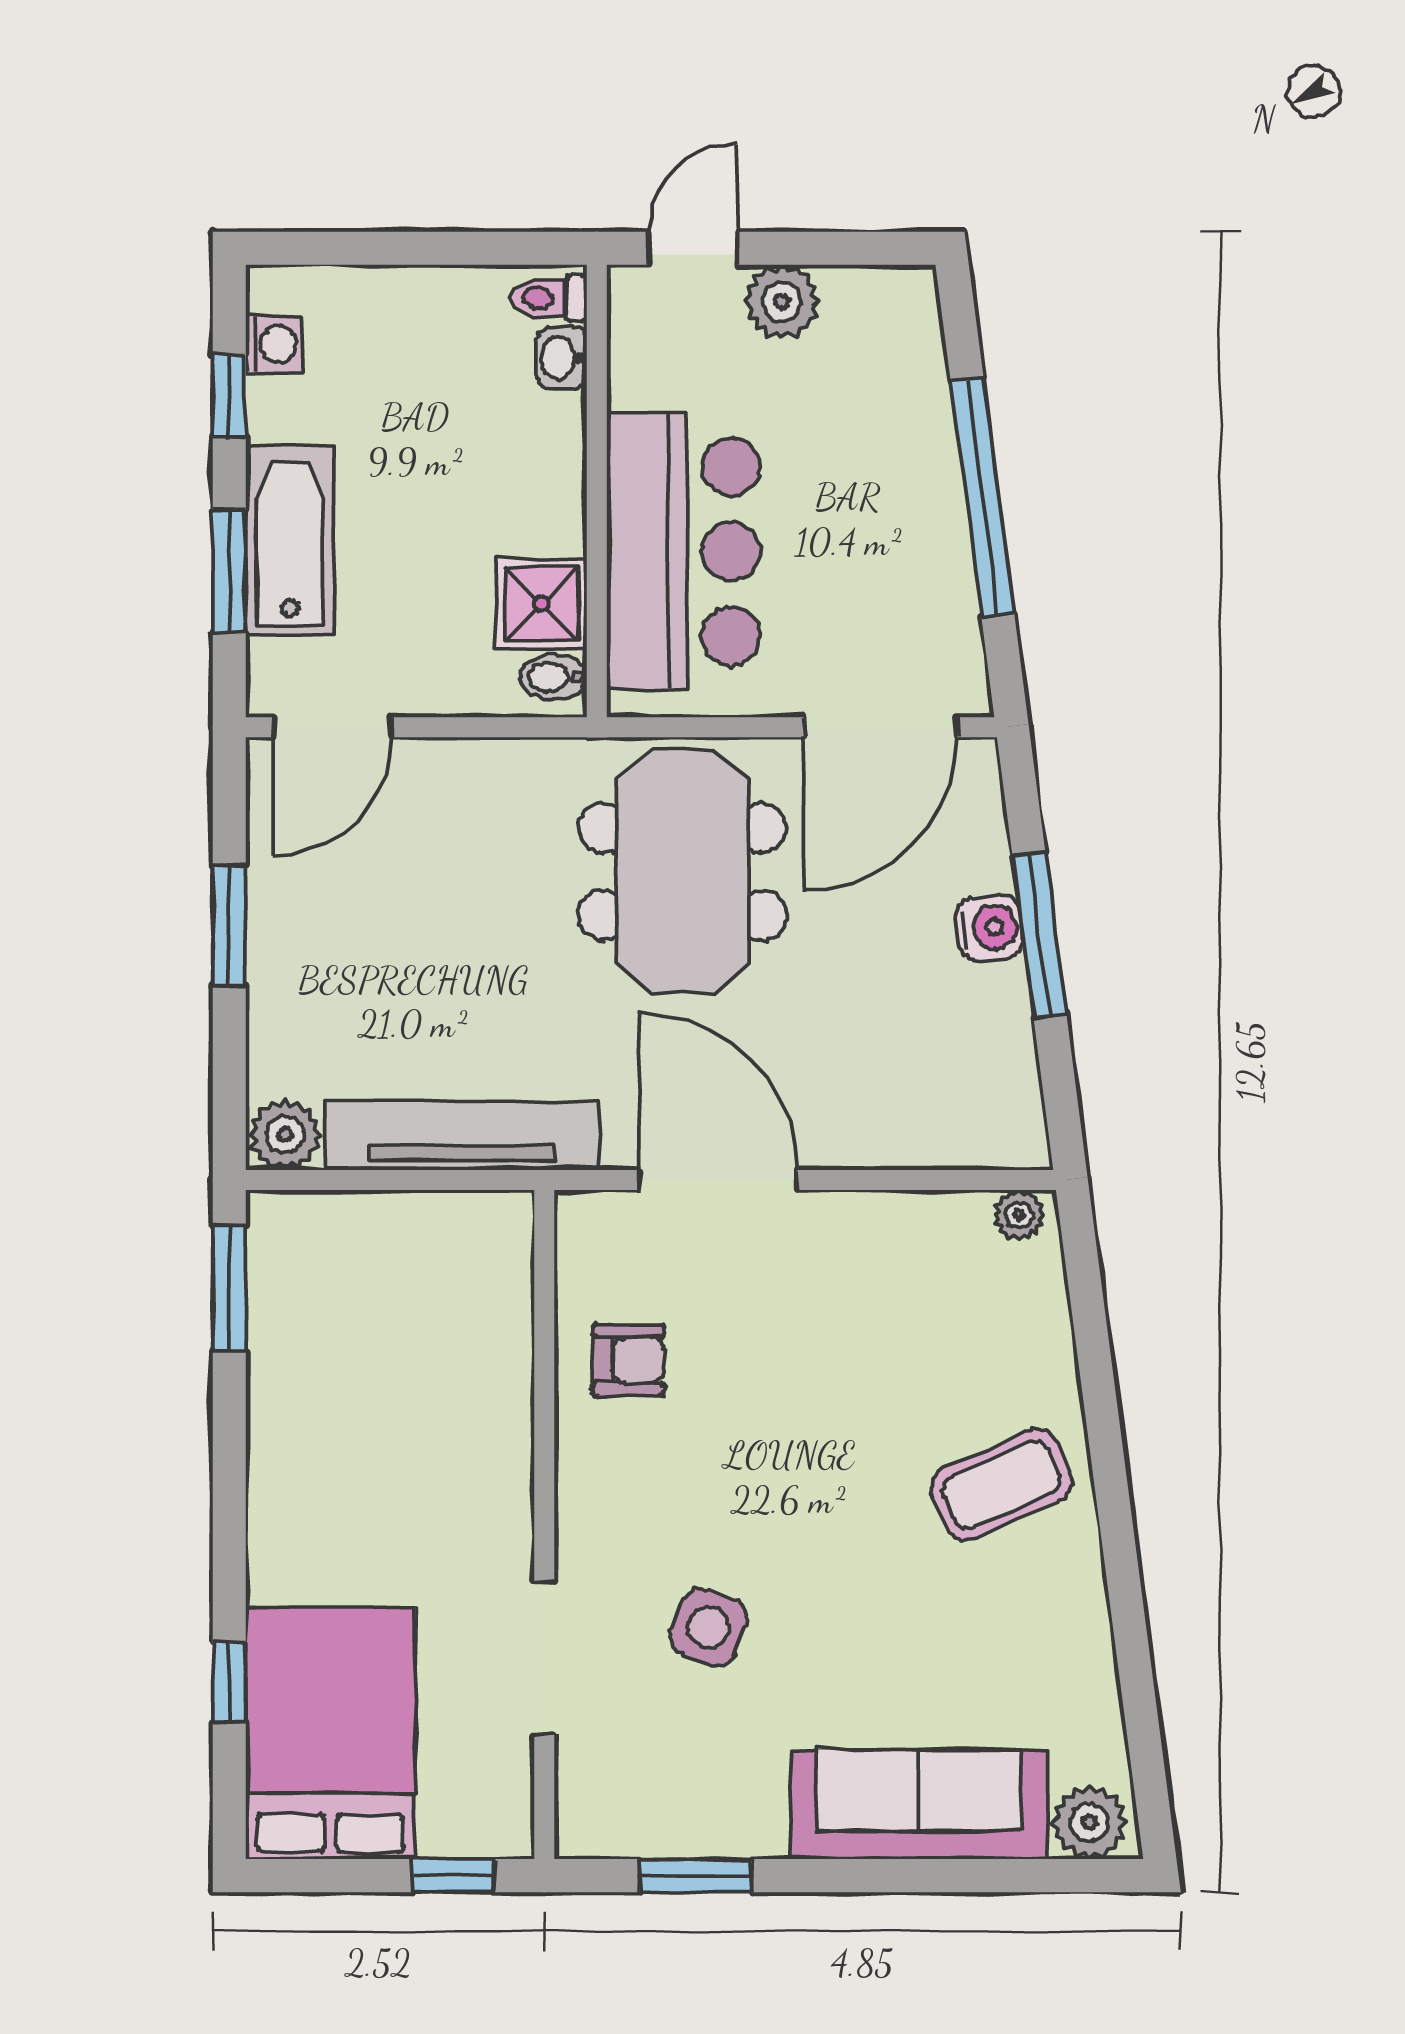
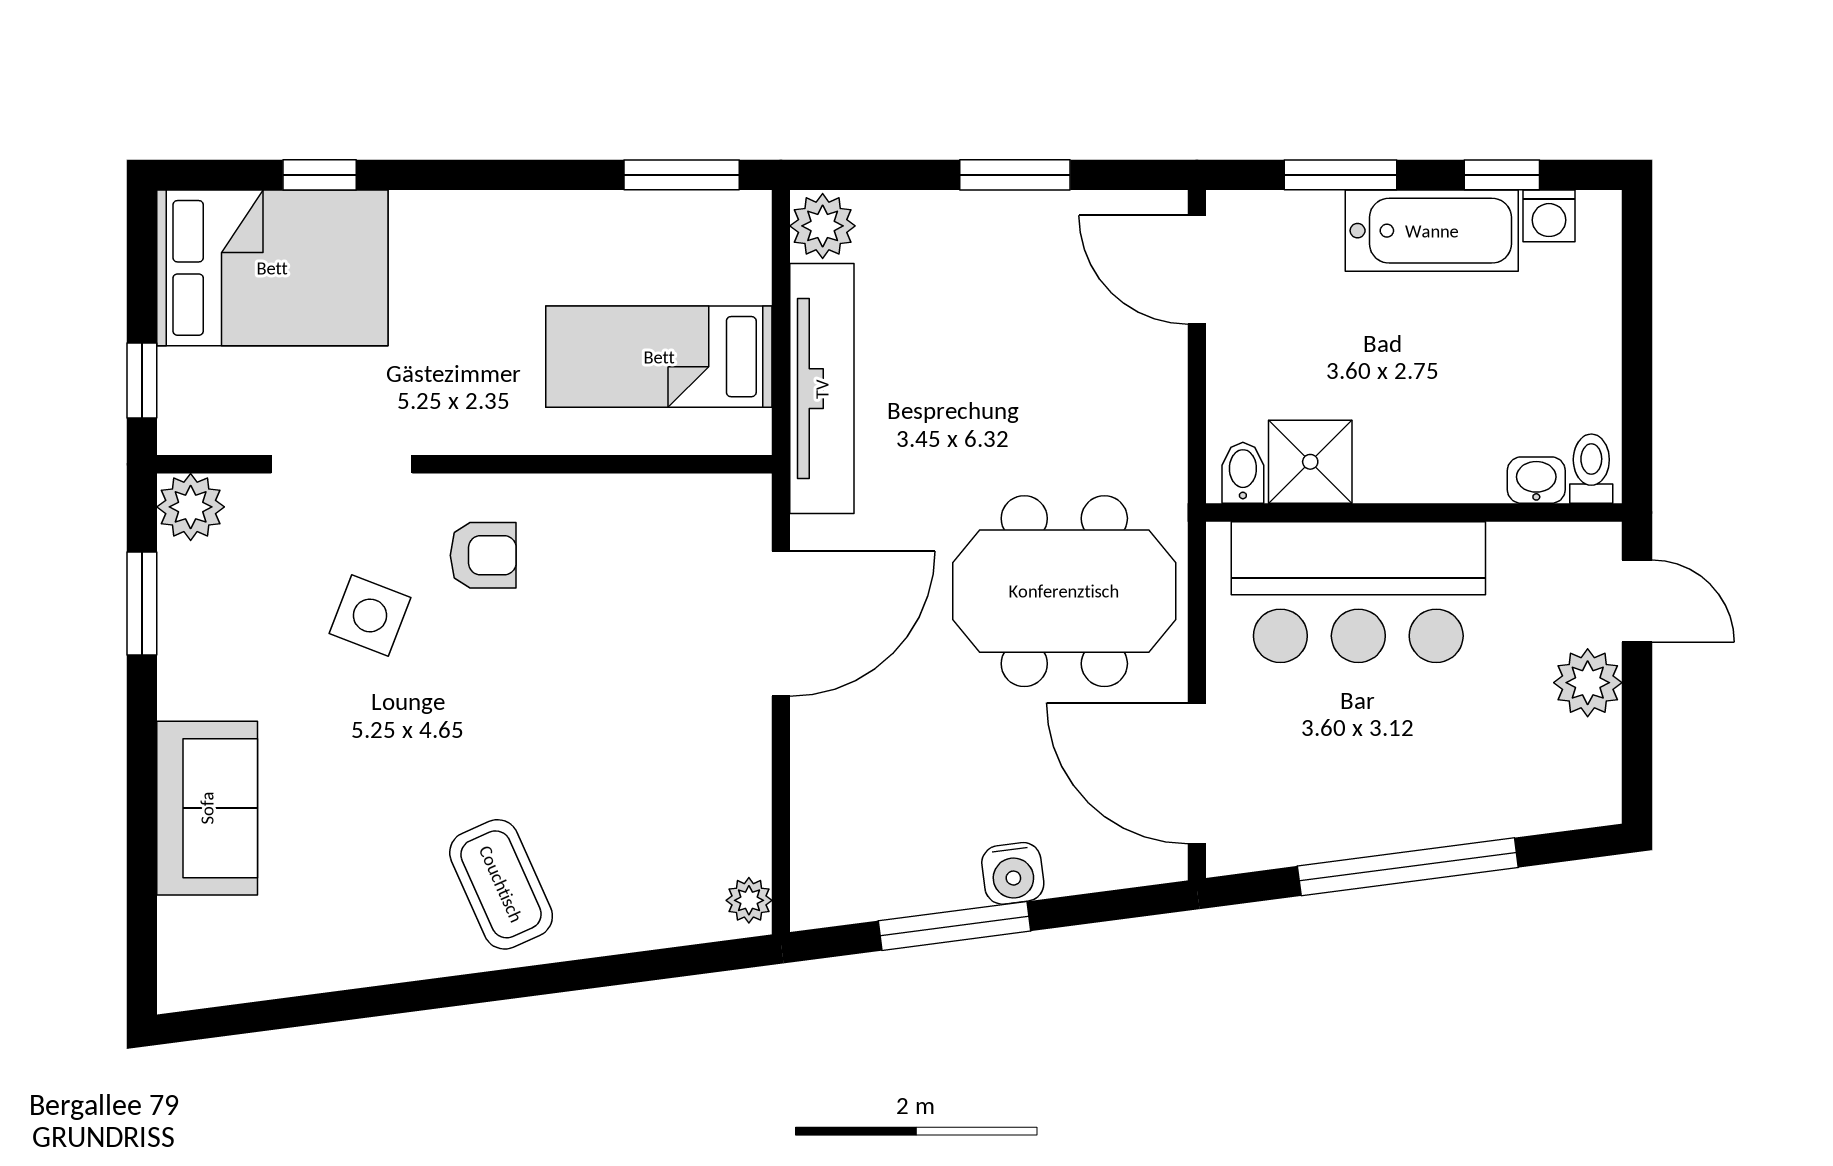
bathtub: (290, 540) -> (1432, 231), moved
window: (1039, 934) -> (954, 926), moved
bed: (427, 1313) -> (659, 357), added
armchair: (628, 1360) -> (483, 555), moved, turned -90
sofa: (919, 1804) -> (207, 808), width x0.73
plant: (1089, 1823) -> (191, 507), moved

